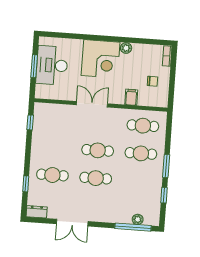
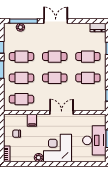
double door: (92, 104) -> (62, 113), swing flipped
cafe table: (54, 147) -> (88, 78), added
cafe table: (139, 181) -> (22, 57), added
double door: (72, 223) -> (56, 21), moved

